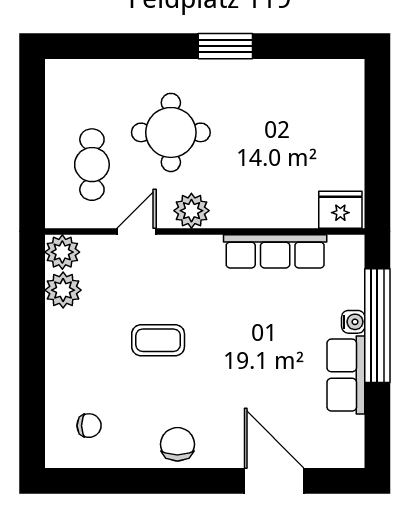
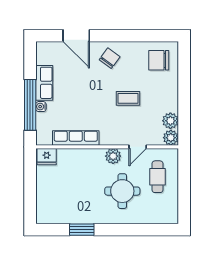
window: (225, 46) -> (82, 230), moved
chair: (89, 426) -> (159, 60), width x1.87, depth x1.87
chair: (177, 444) -> (110, 58), moved, turned -144

